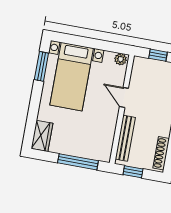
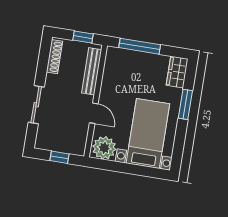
plant: (121, 59) -> (104, 148), width x1.87, depth x1.87
window: (41, 66) -> (185, 104), moved

